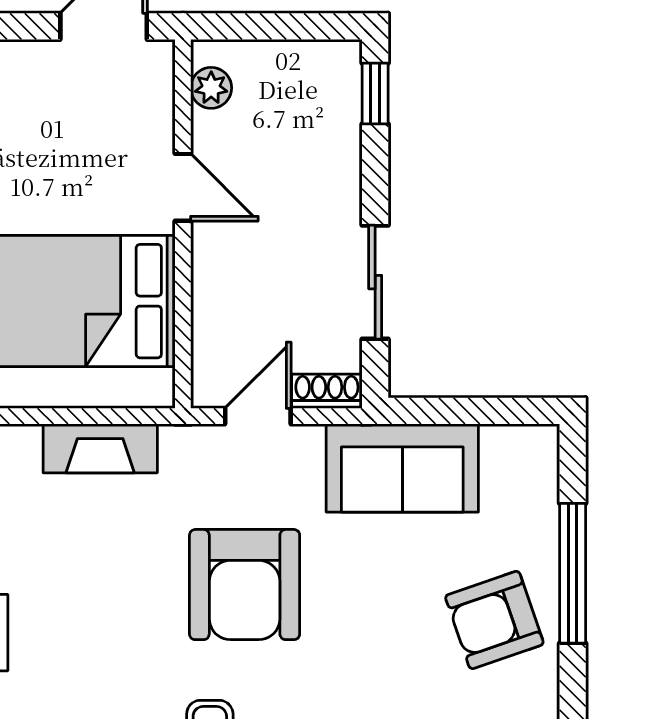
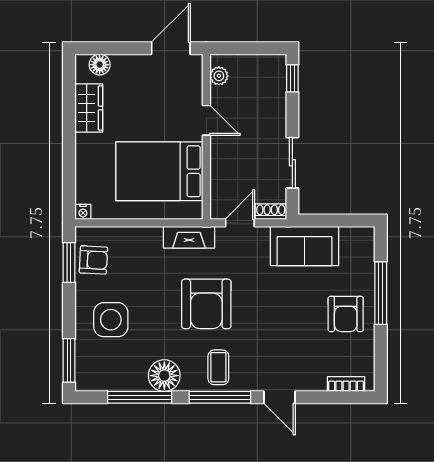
fireplace: (100, 448) -> (189, 237), moved
armchair: (245, 585) -> (206, 304), moved
armchair: (494, 620) -> (346, 314), turned -71

